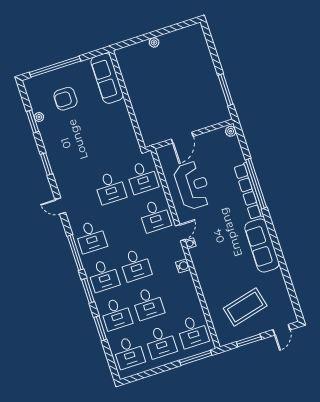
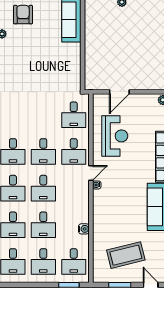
armchair: (65, 99) -> (23, 15), moved, turned 90
desk: (110, 188) -> (43, 151), moved
water cooler: (183, 266) -> (84, 229), moved
door: (281, 330) -> (151, 285), swing flipped
window: (196, 358) -> (69, 285), width x0.69

